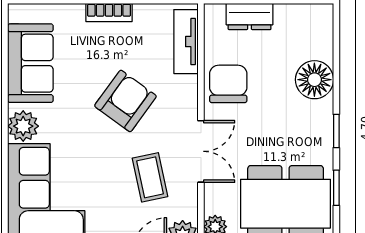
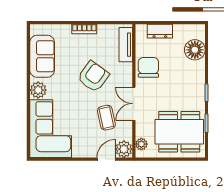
floor lamp: (314, 80) -> (195, 50), moved
double door: (201, 151) -> (134, 104), swing flipped

